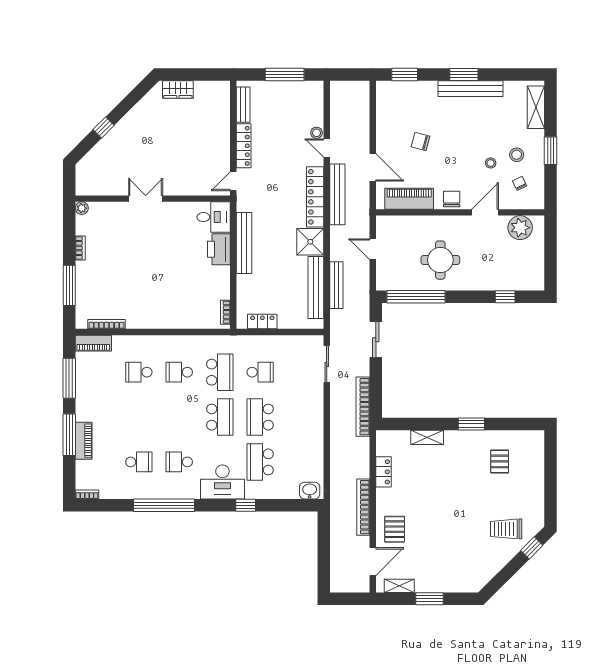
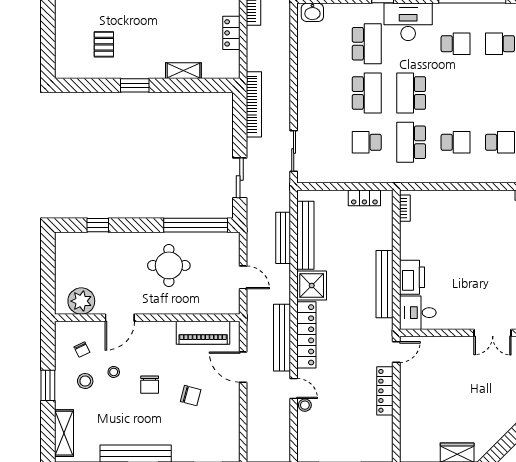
bench: (243, 105) -> (385, 436), removed
chair: (452, 199) -> (150, 385), moved

